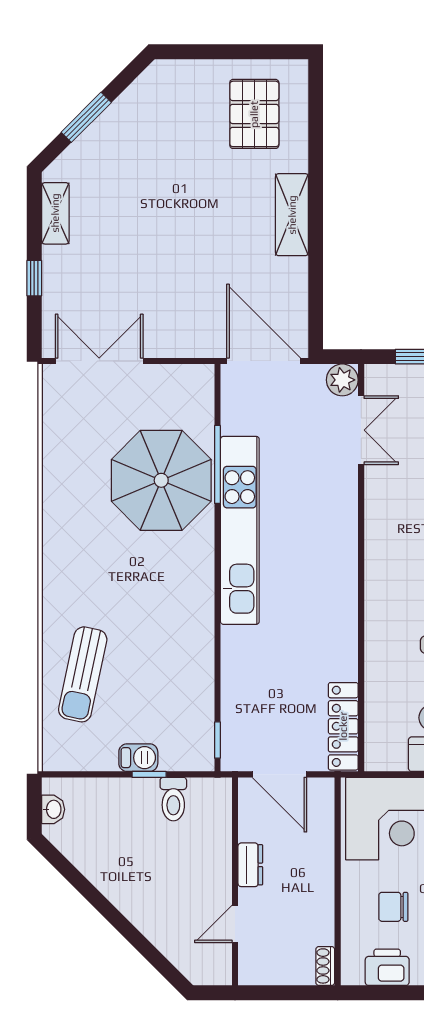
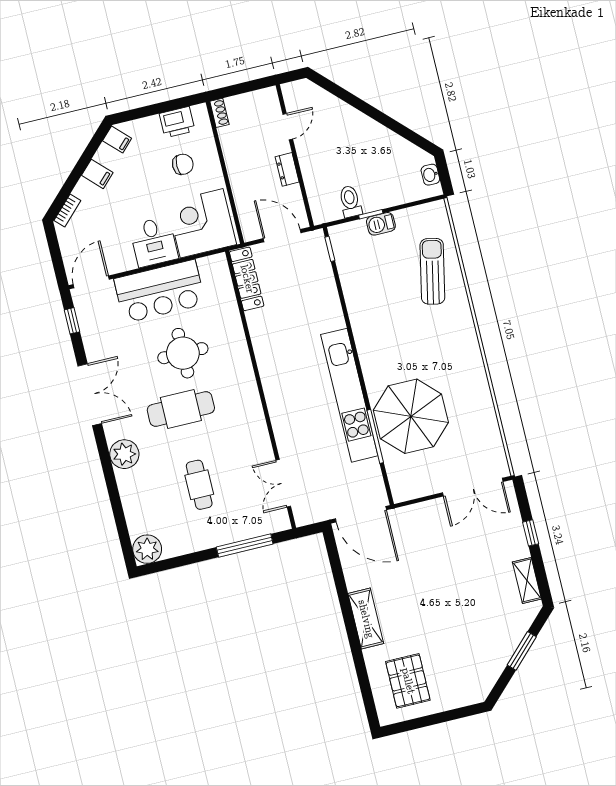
plant: (342, 380) -> (304, 514), removed

